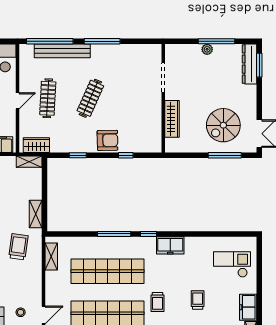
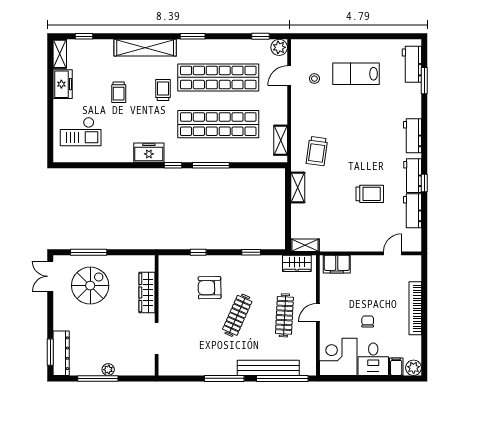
armchair: (107, 140) -> (210, 288), moved

